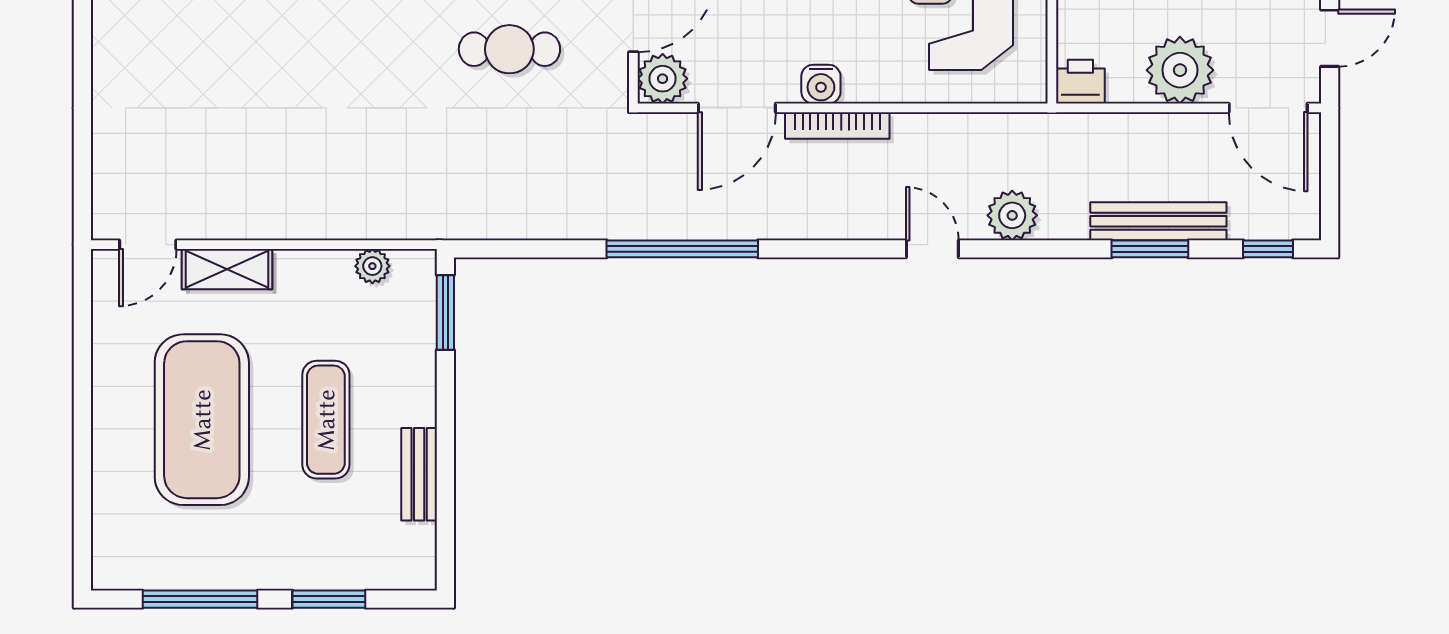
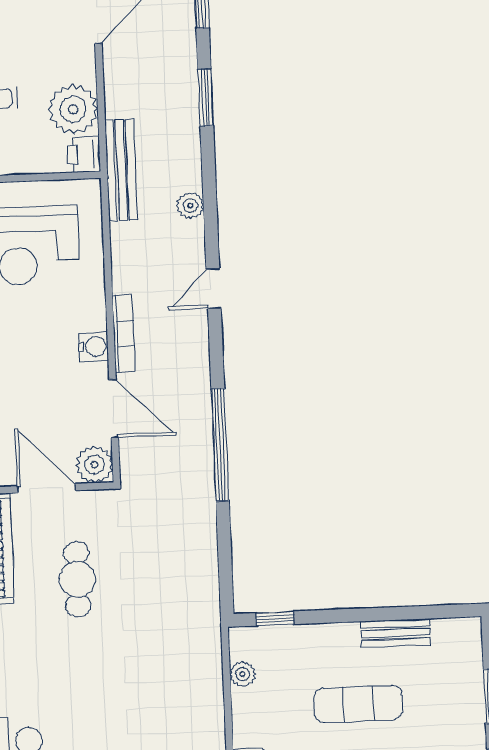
plant: (1180, 70) -> (73, 109), moved
plant: (1012, 215) -> (190, 206), width x0.73, depth x0.73
bench: (1158, 221) -> (121, 170), moved
door: (932, 249) -> (214, 288), moved
window: (445, 313) -> (275, 619), width x0.67

